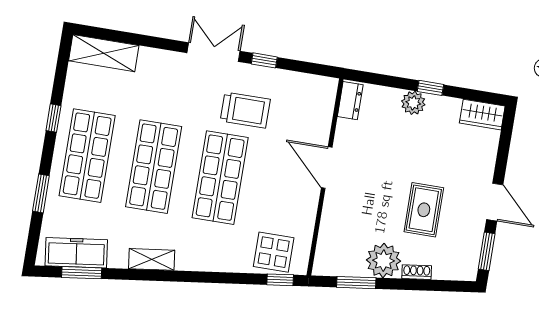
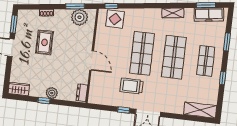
shop shelf: (87, 156) -> (206, 61), width x0.70, depth x0.74
plant: (383, 261) -> (79, 17), moved

